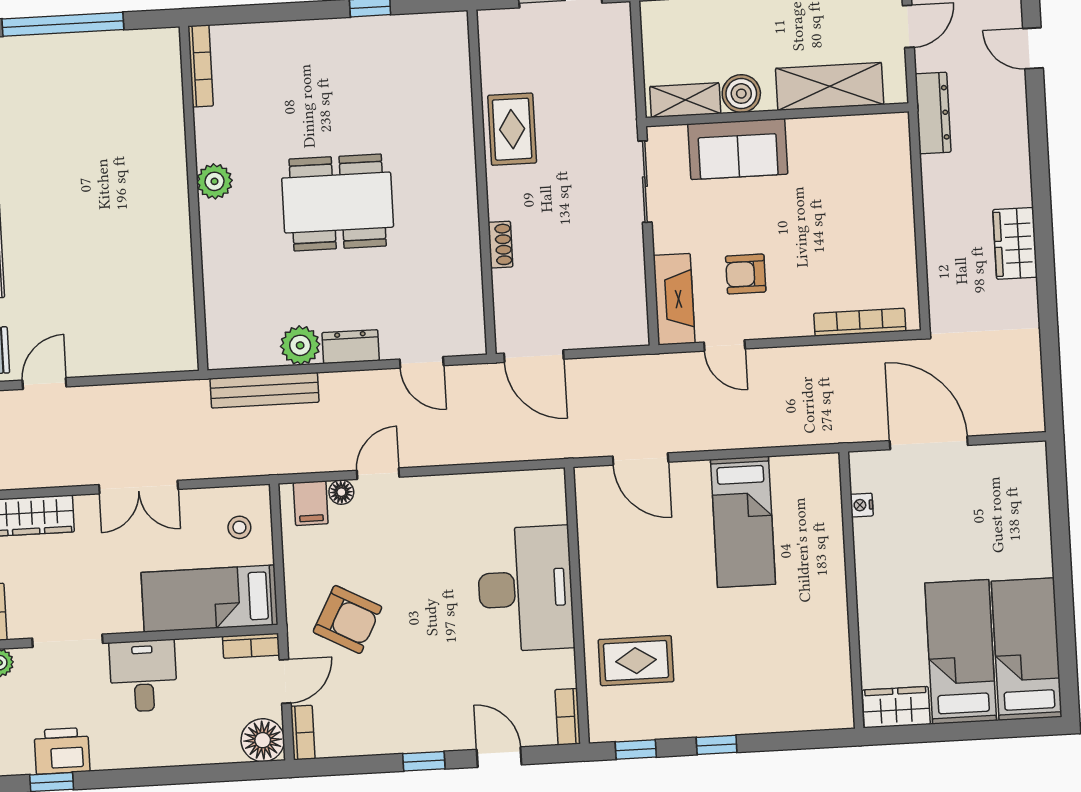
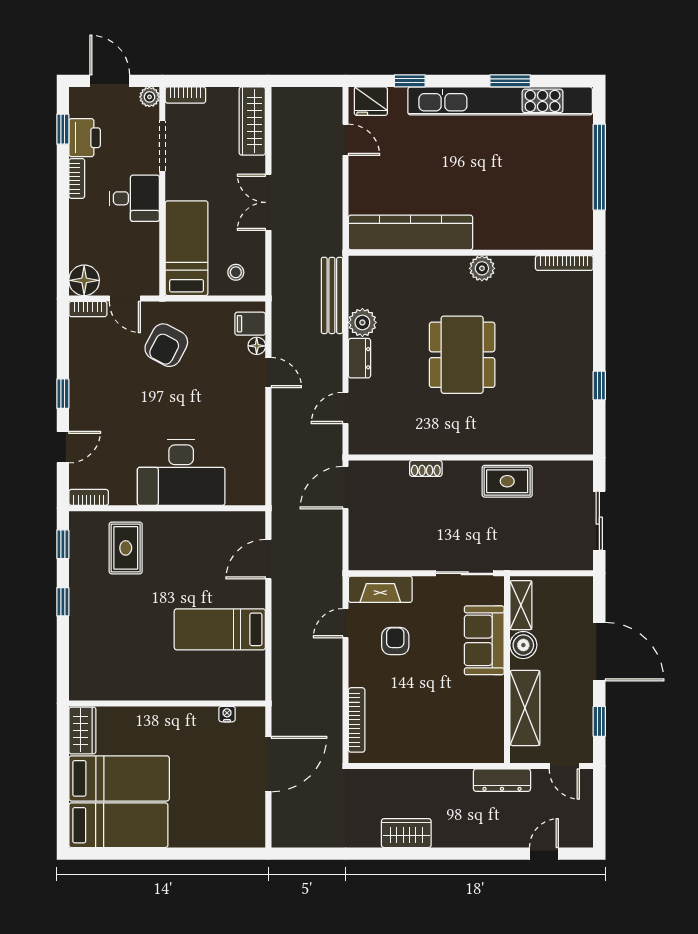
kitchen counter: (170, 285) -> (411, 232), added
bookcase: (251, 646) -> (77, 178), moved, turned 180

